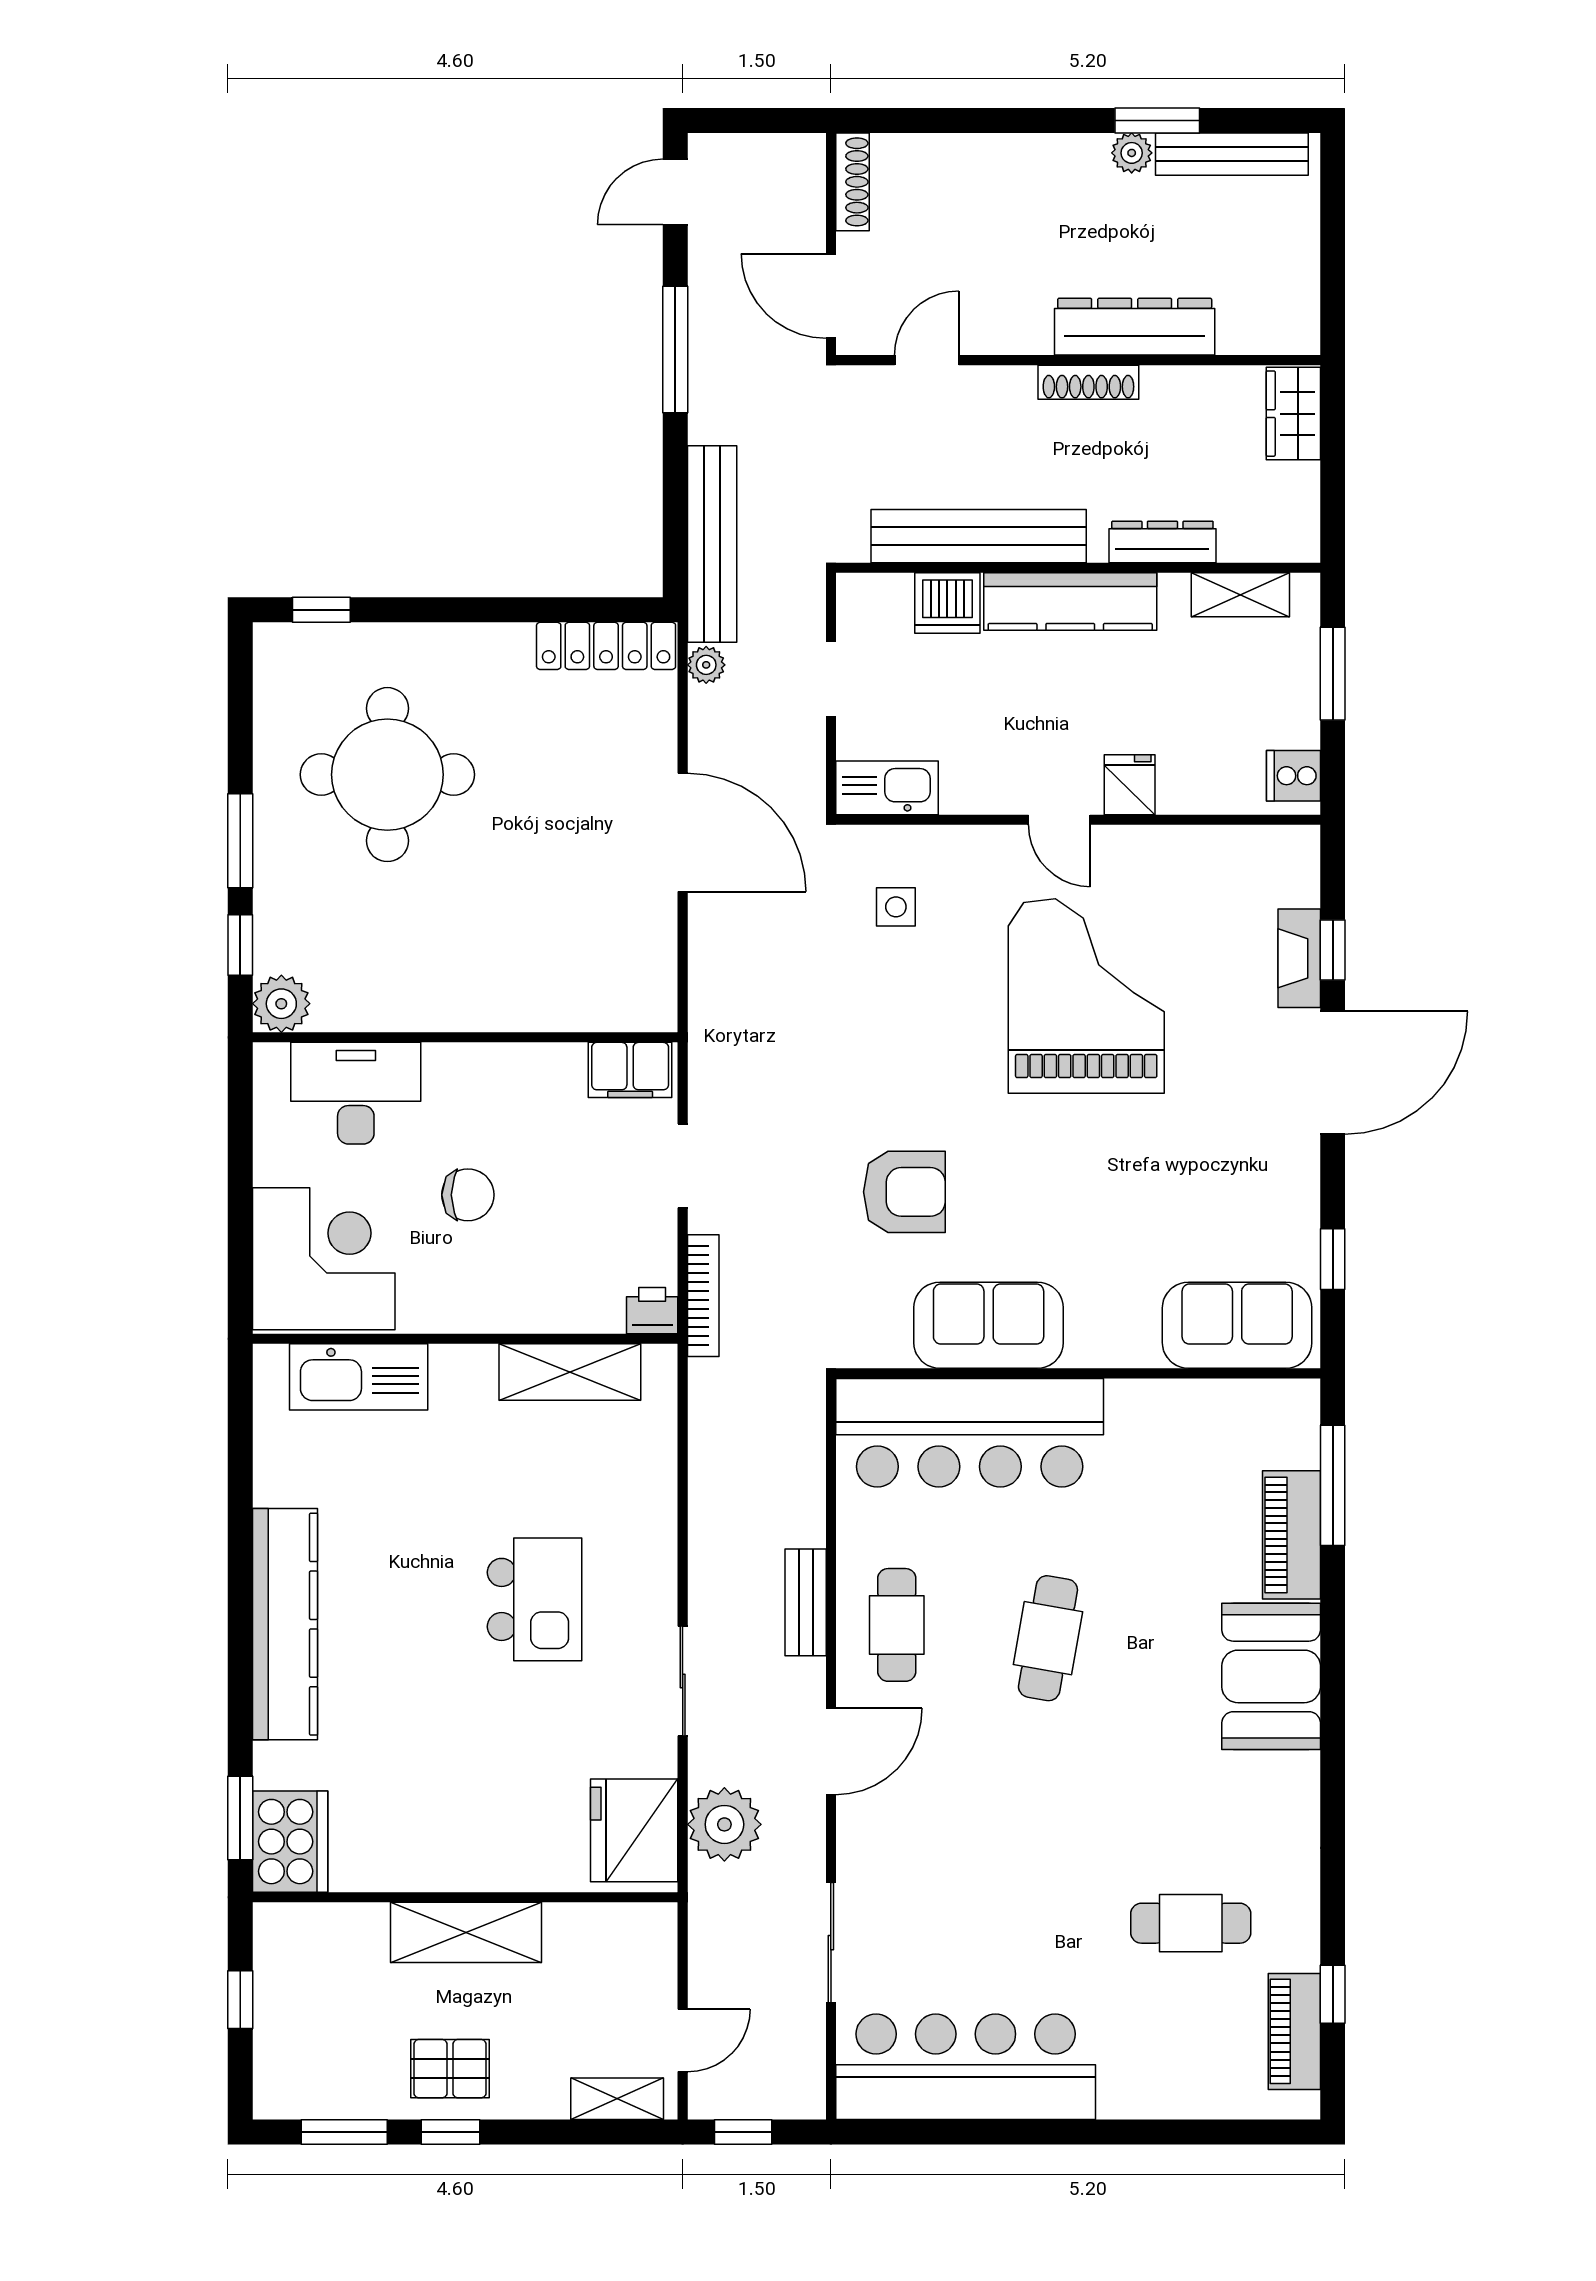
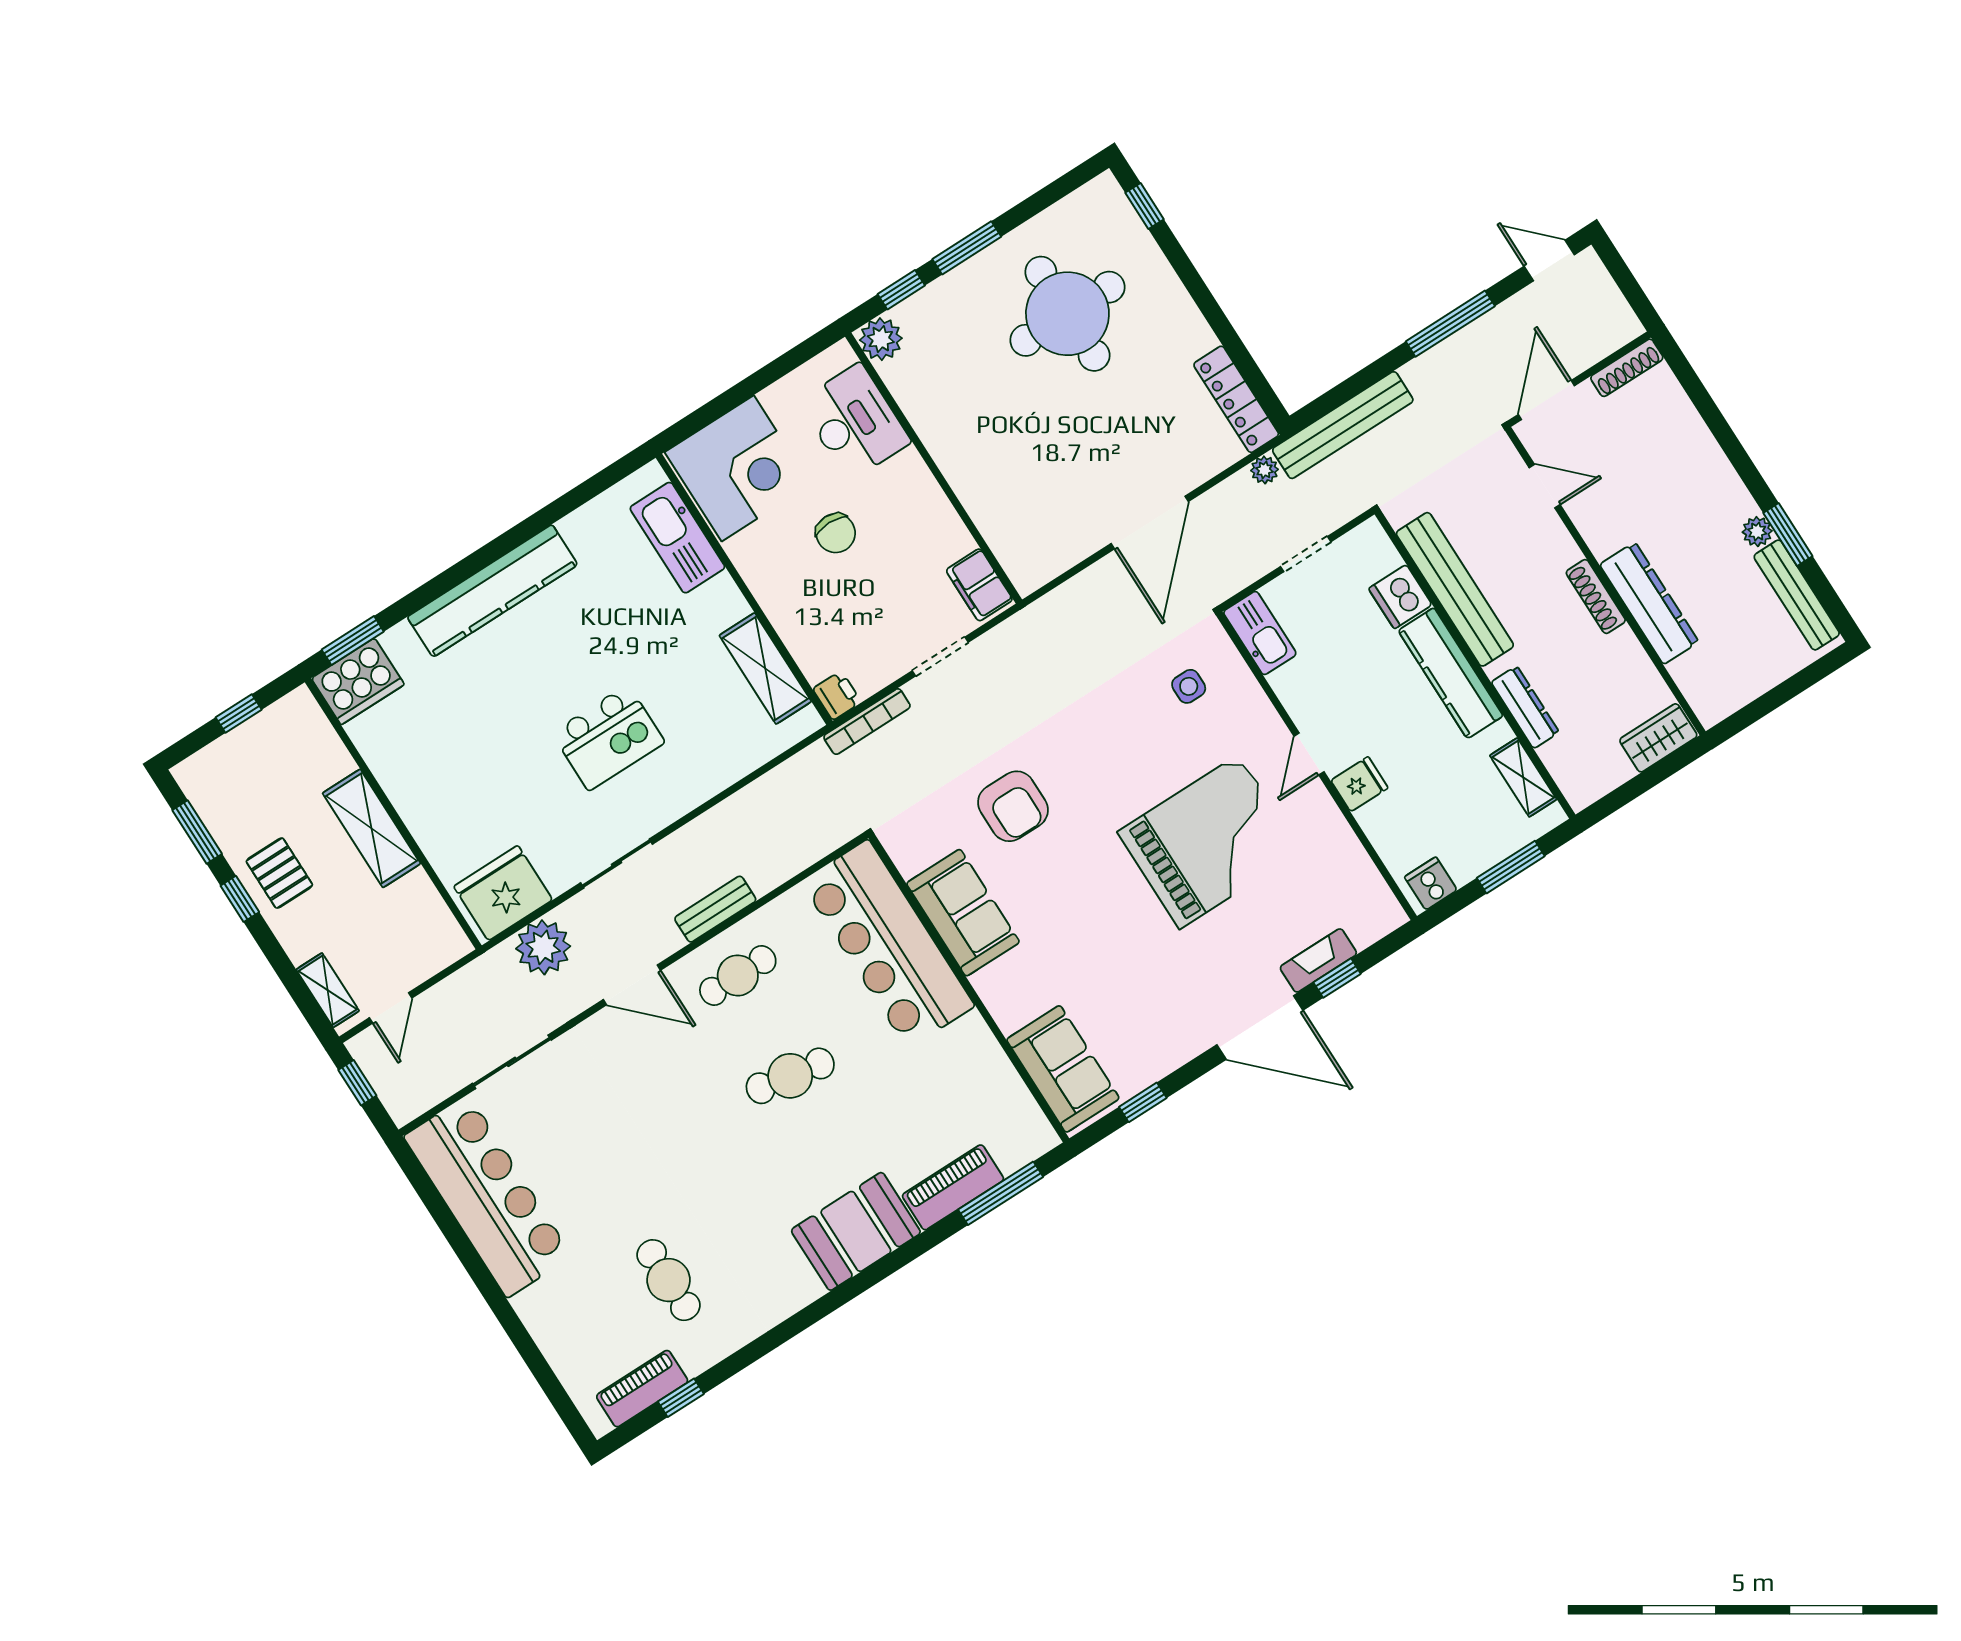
door: (683, 2040) -> (391, 1008), hinge flipped

